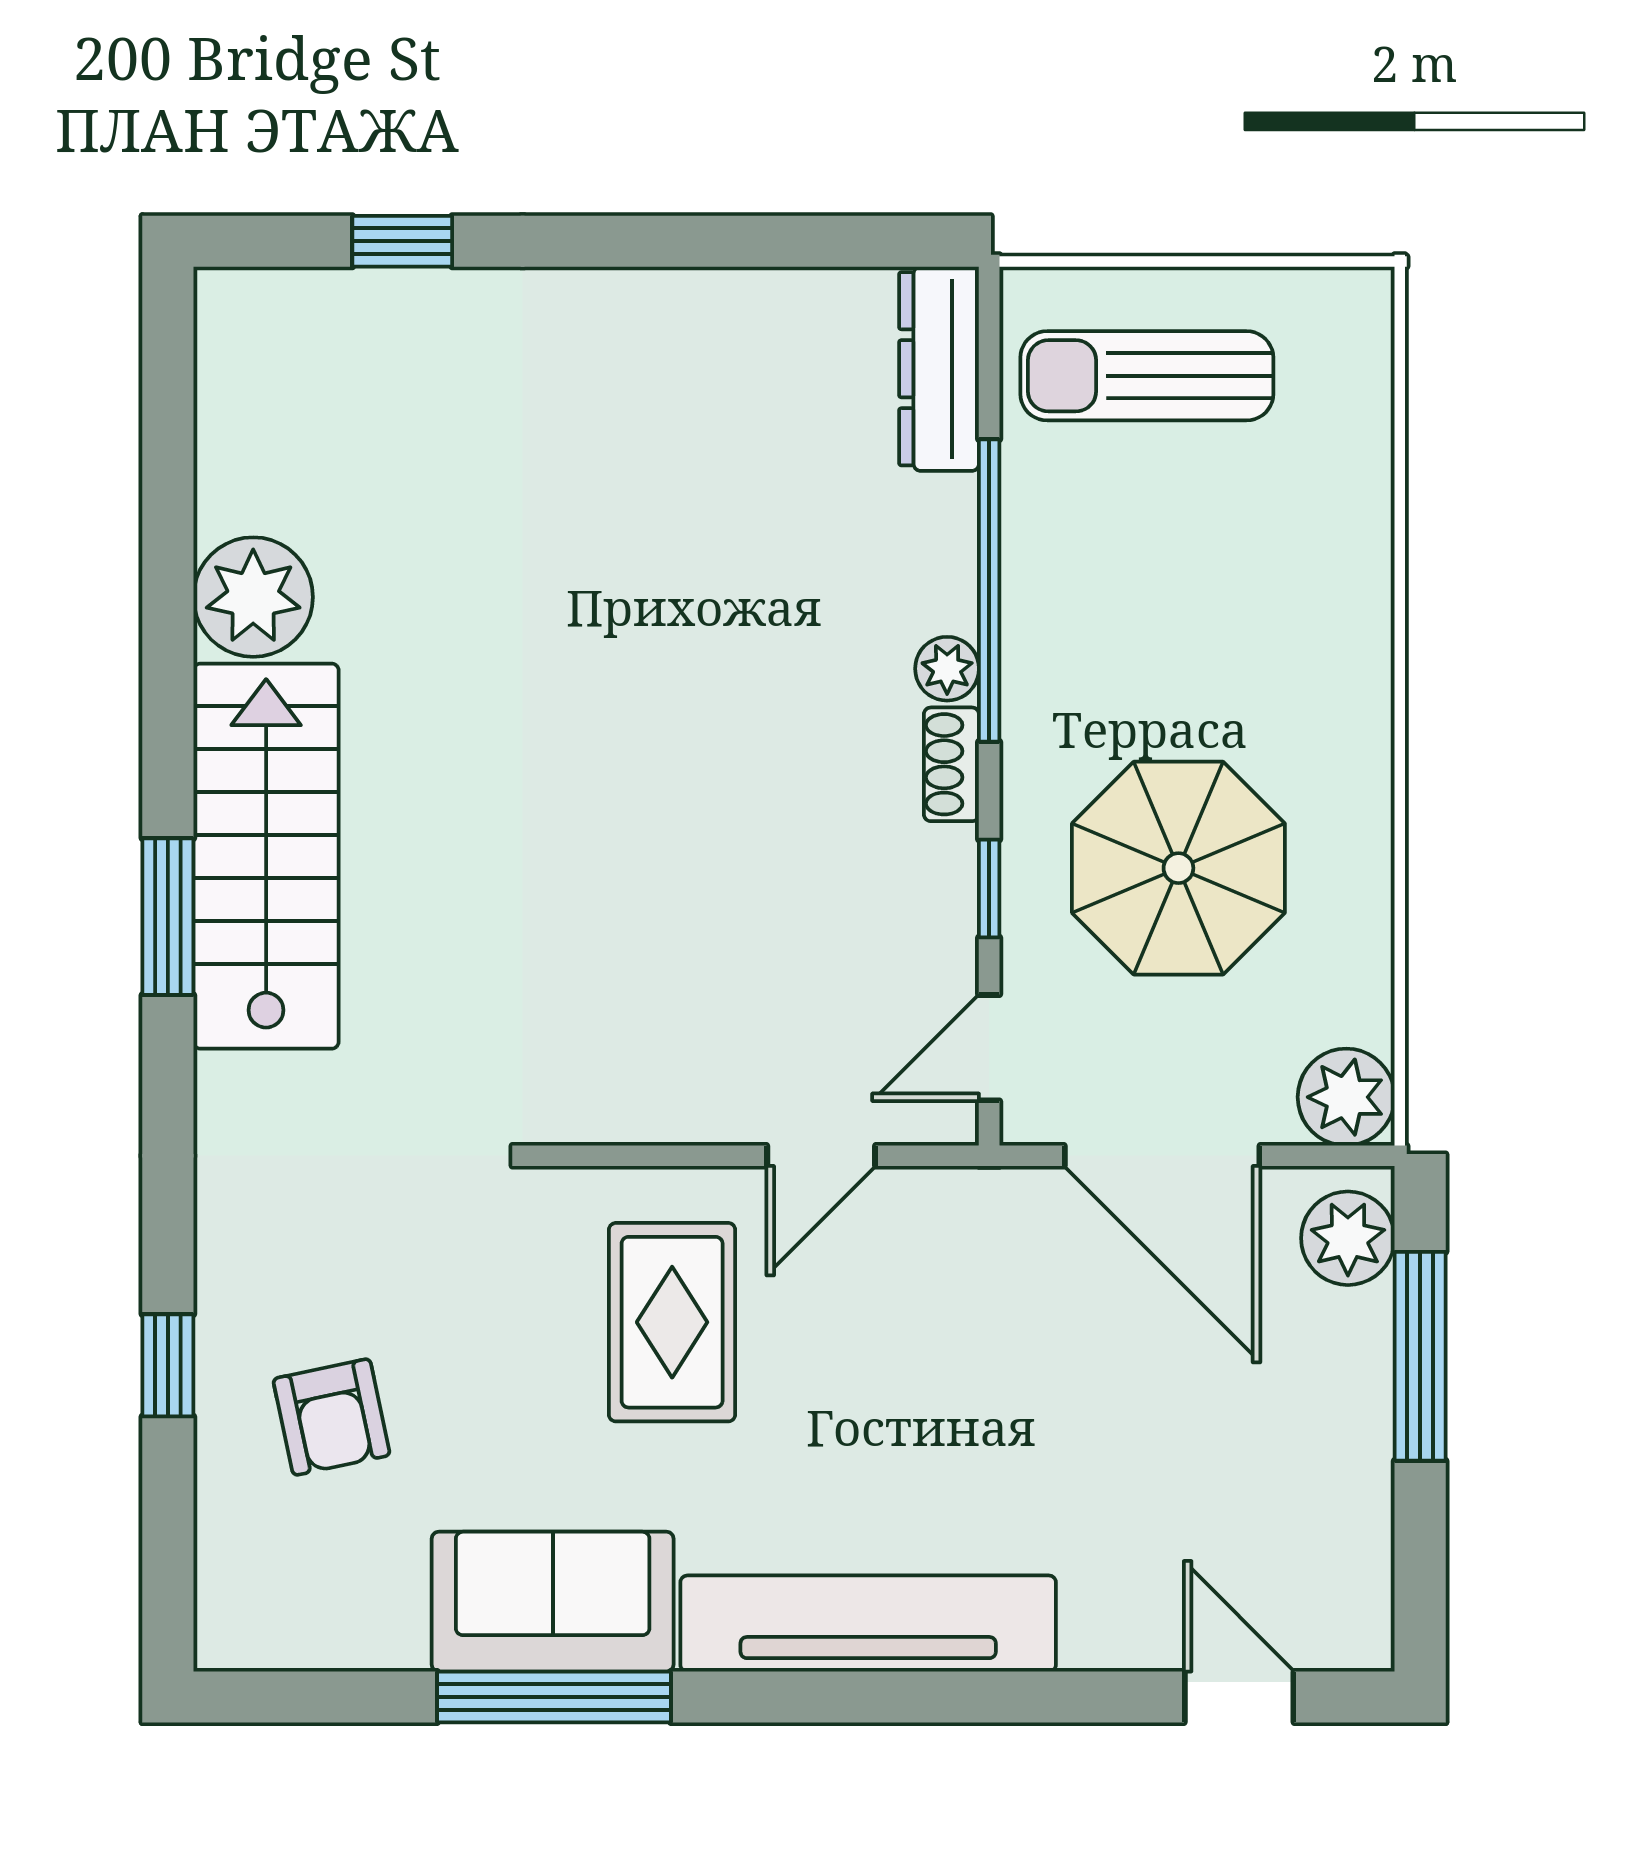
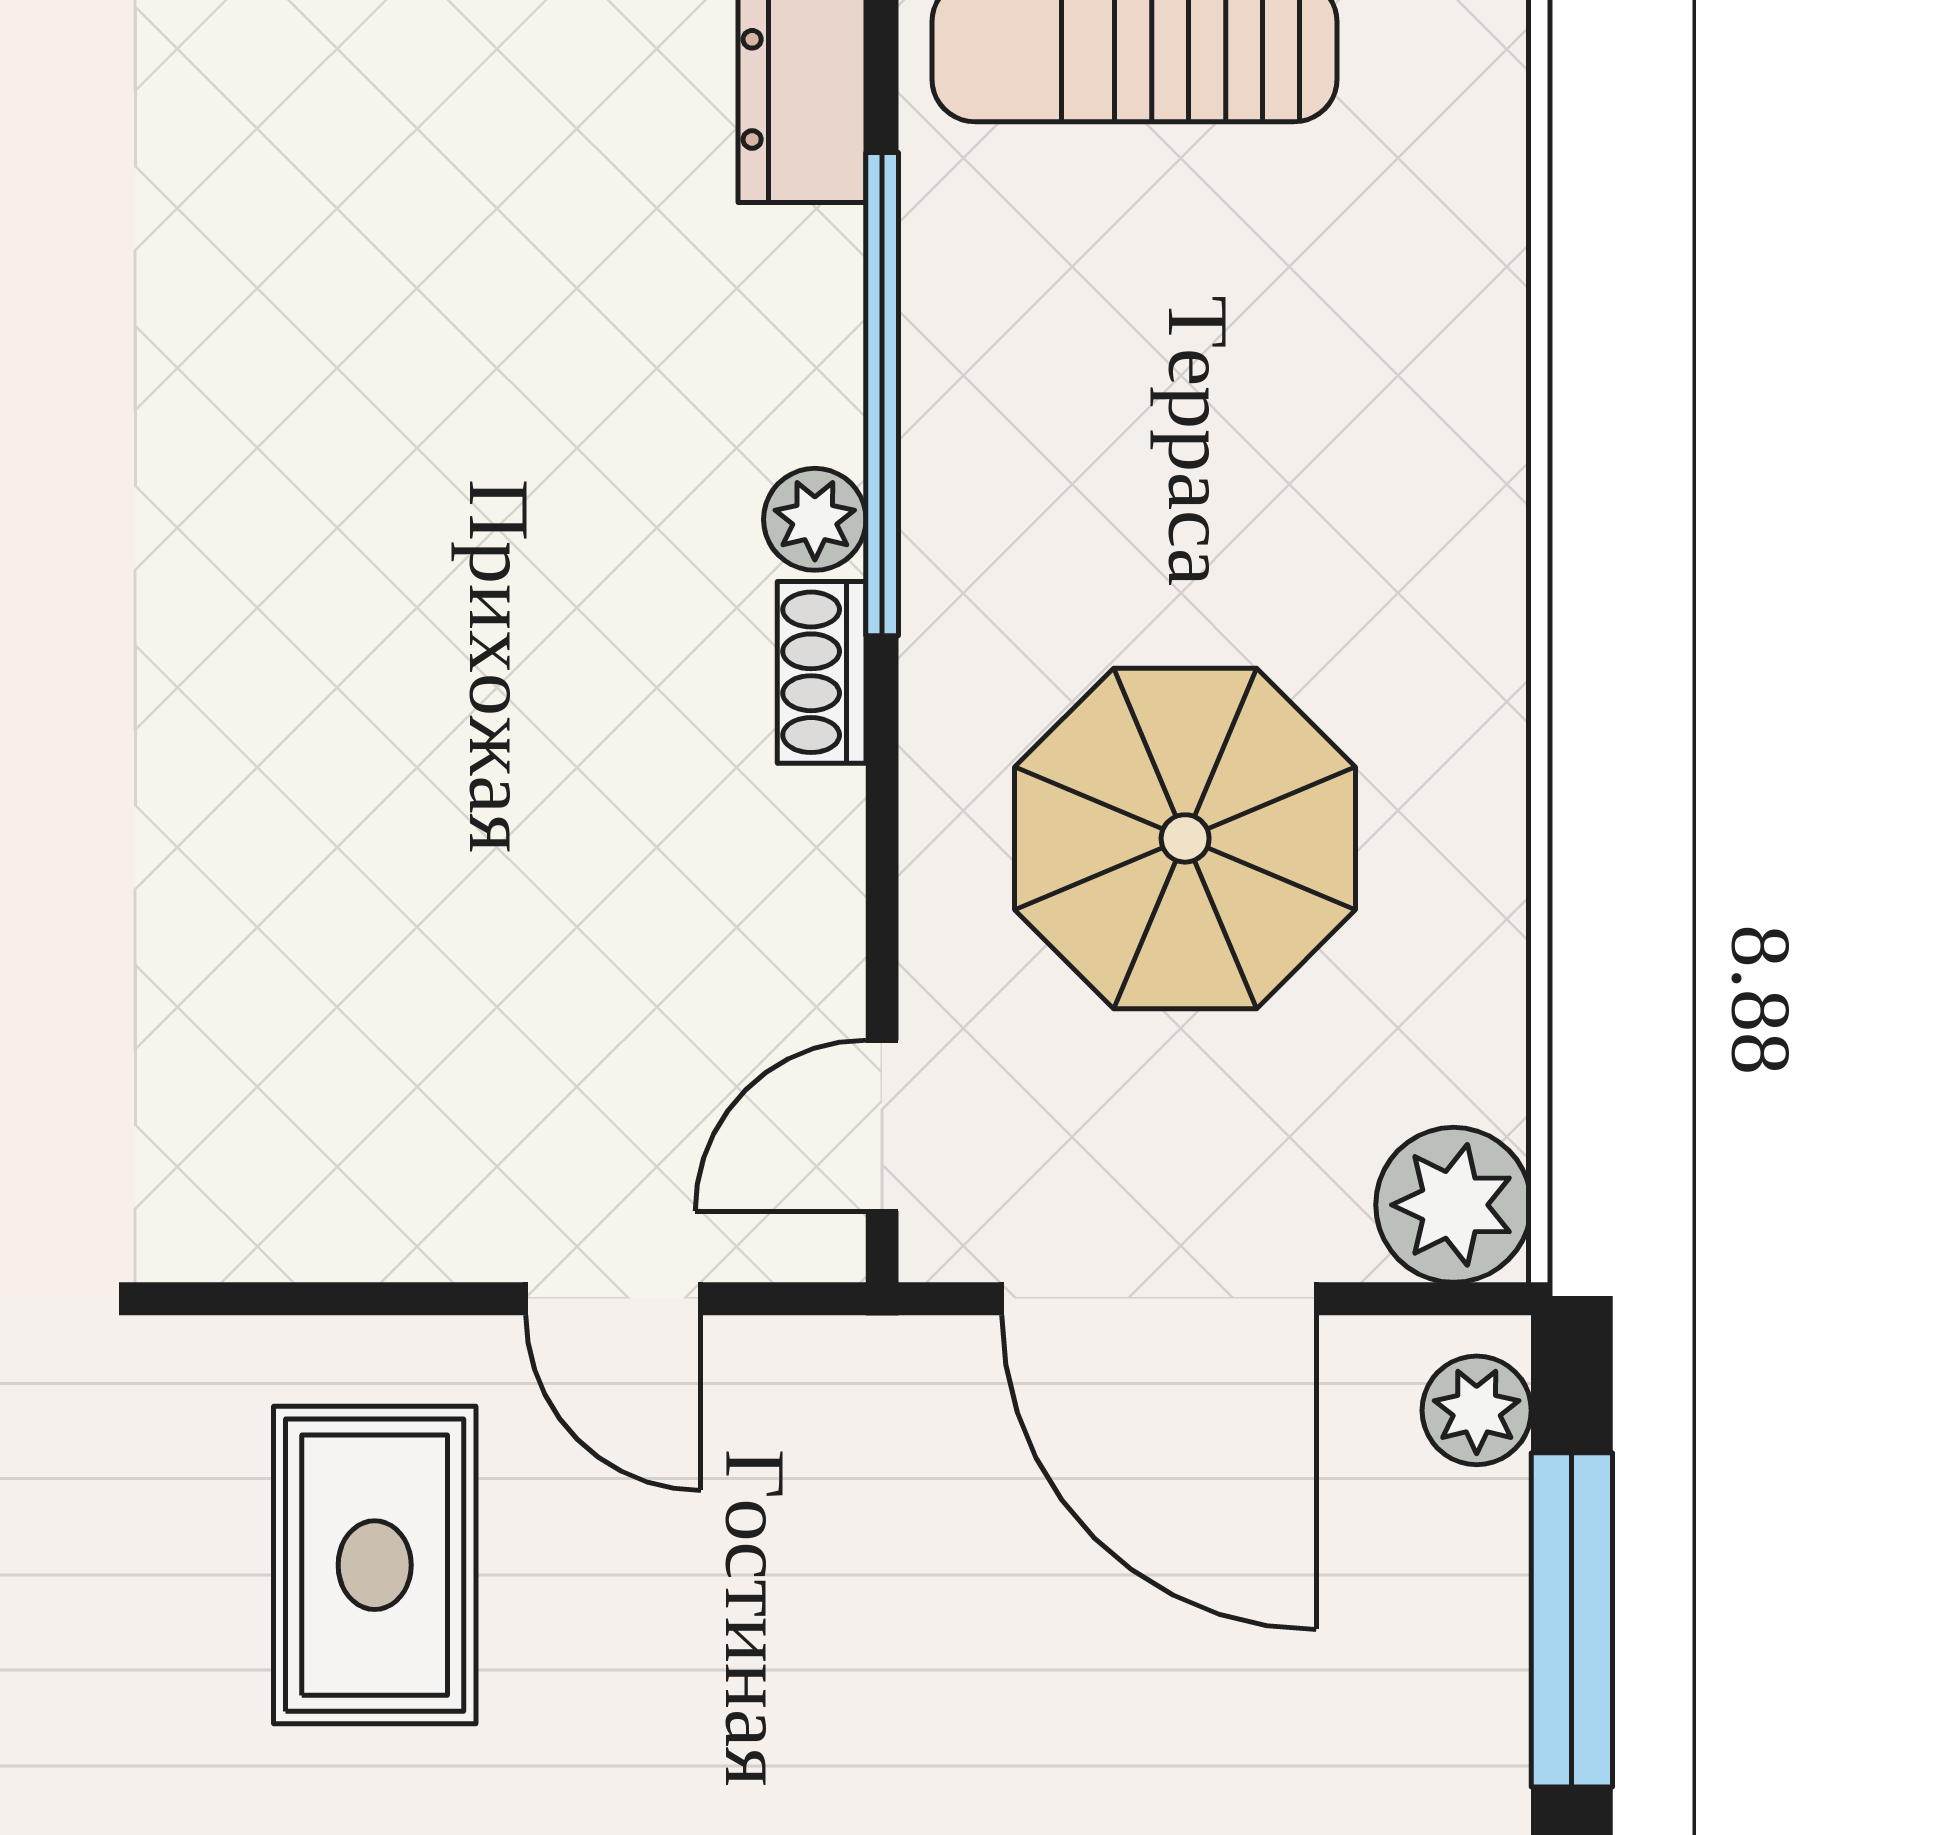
window: (989, 888) -> (882, 871), removed
door: (821, 1156) -> (613, 1299), hinge flipped
plant: (1348, 1238) -> (1477, 1410), width x0.73, depth x0.73

